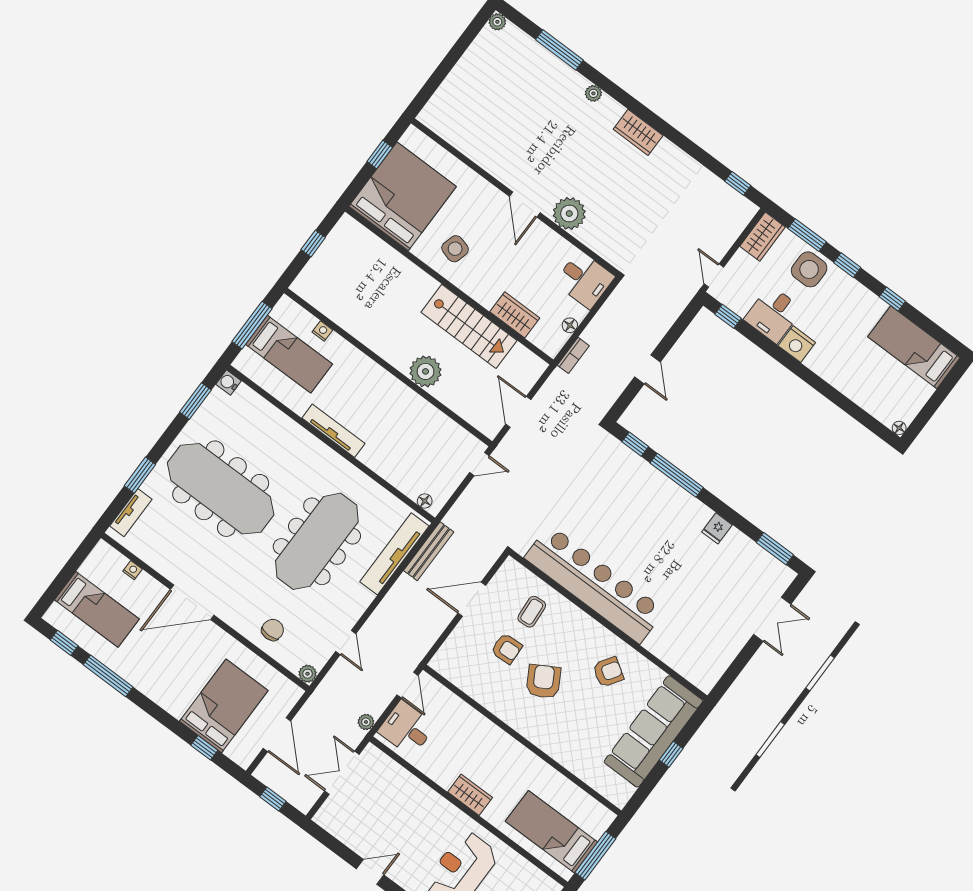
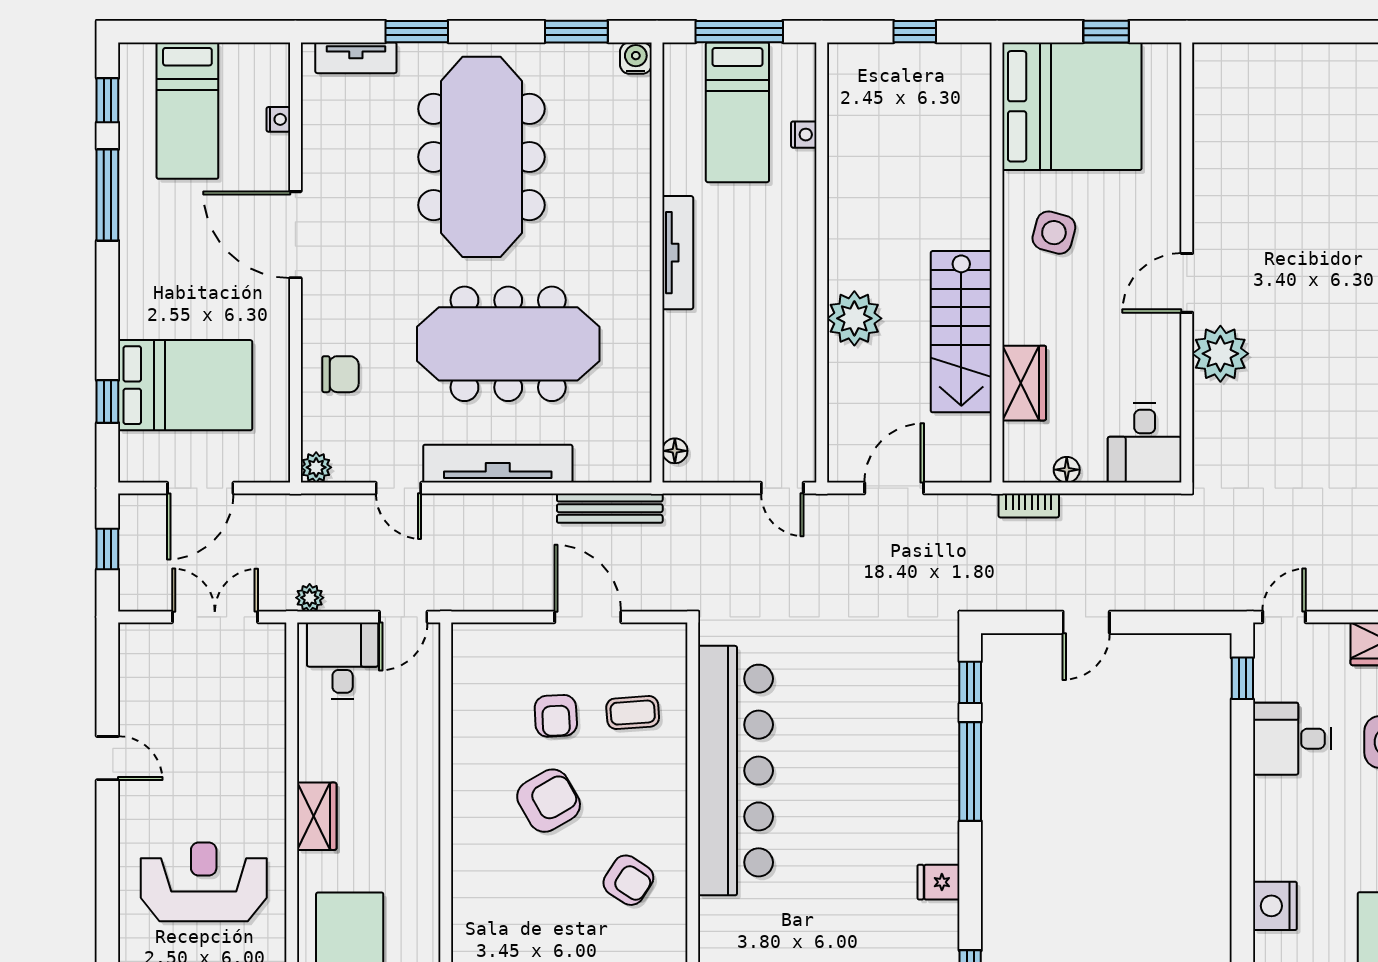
nightstand: (797, 344) -> (1275, 906), moved
tv unit: (394, 554) -> (498, 464), moved
door: (346, 643) -> (398, 488), hinge flipped

